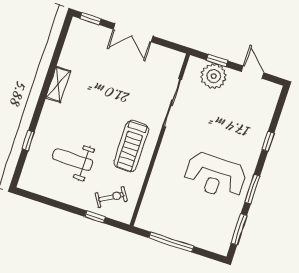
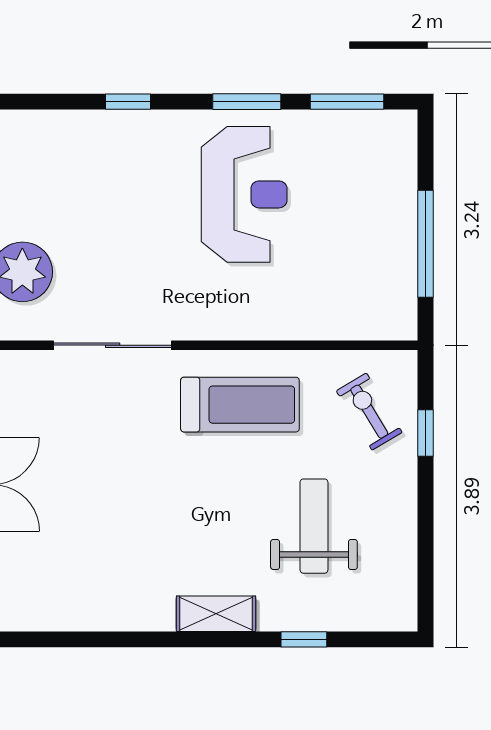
shelving: (58, 84) -> (216, 614), moved
weight bench: (72, 160) -> (314, 526), turned 180

